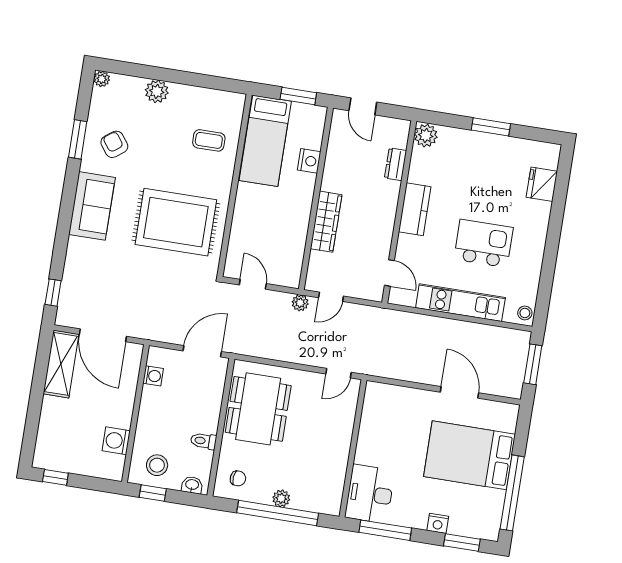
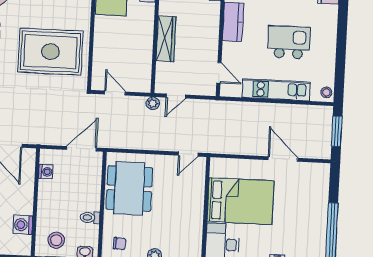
bed: (469, 455) -> (240, 201), moved, turned 180

